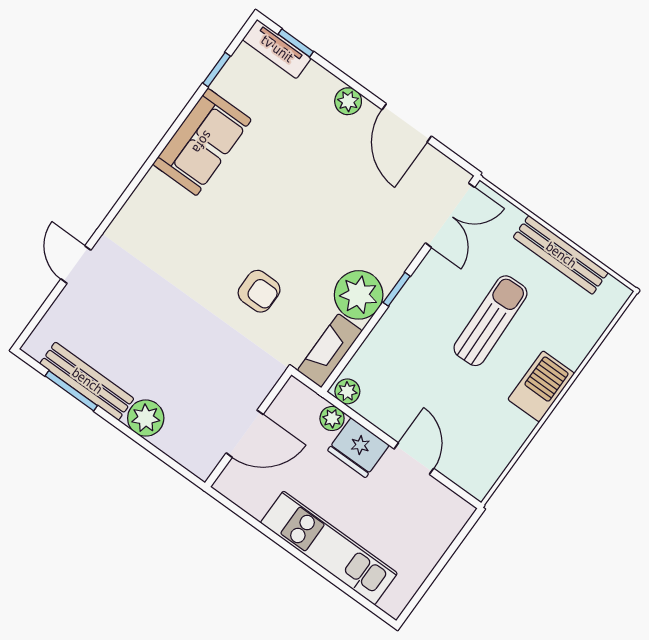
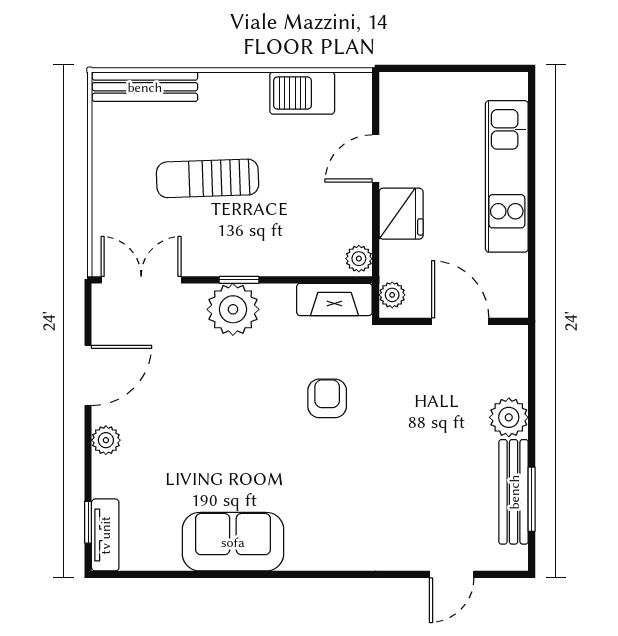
window: (217, 70) -> (161, 574), removed
bench: (561, 255) -> (145, 87), moved, turned 90
door: (76, 265) -> (452, 574), moved
plant: (359, 295) -> (233, 309), moved
barbecue: (541, 386) -> (302, 93), moved
plant: (332, 419) -> (392, 295), moved

